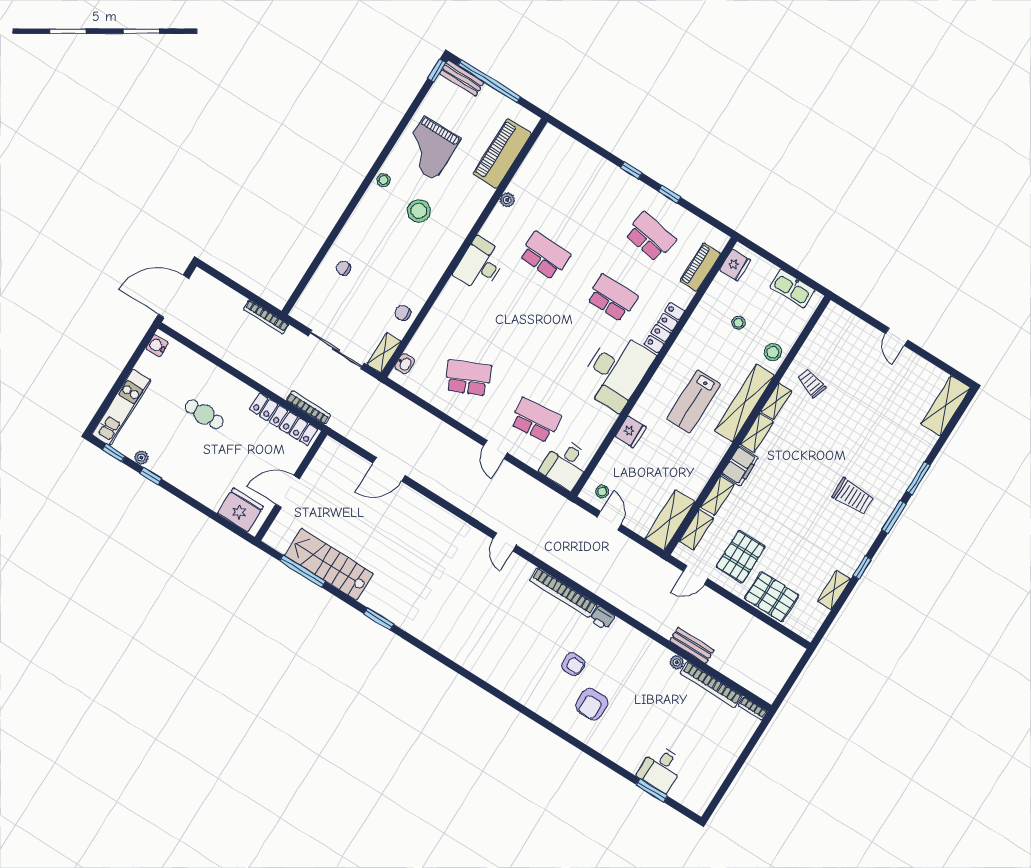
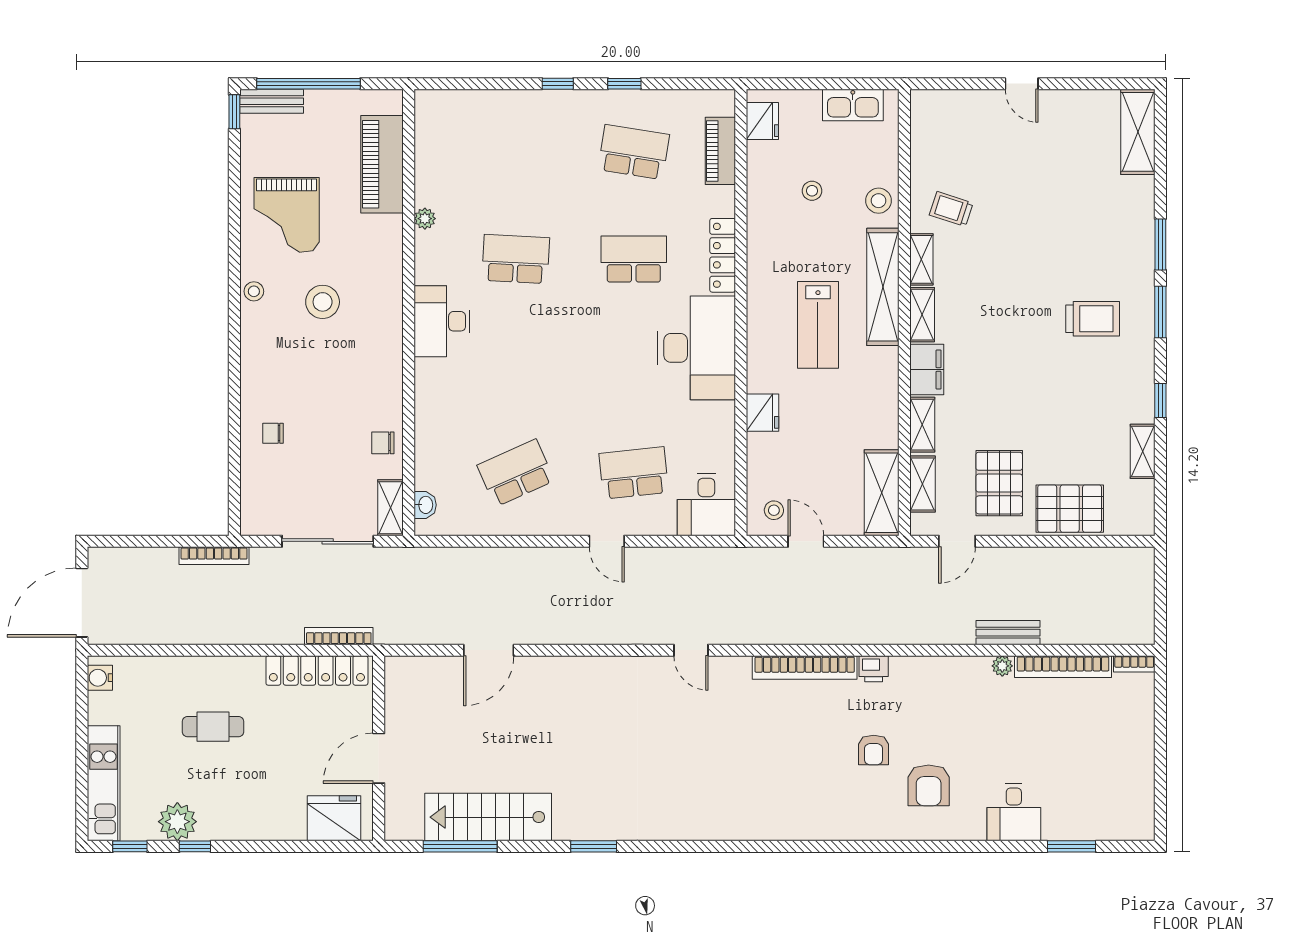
plant: (141, 458) -> (177, 822), width x1.87, depth x1.87
armchair: (573, 664) -> (874, 750), turned 90
desk: (661, 769) -> (1014, 812), moved

